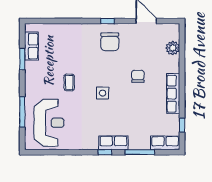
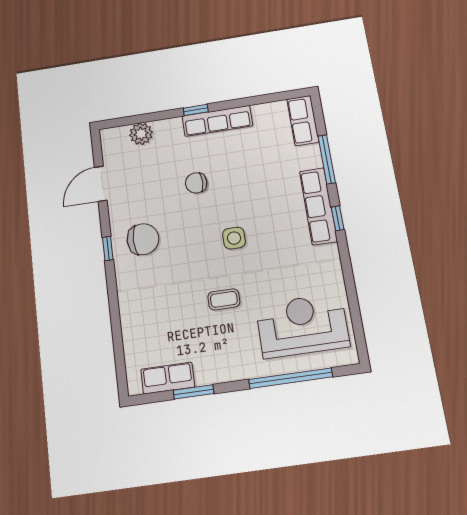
window: (22, 112) -> (291, 378), width x1.46
window: (182, 125) -> (196, 110), moved
row of seats: (113, 143) -> (318, 206), width x1.48

